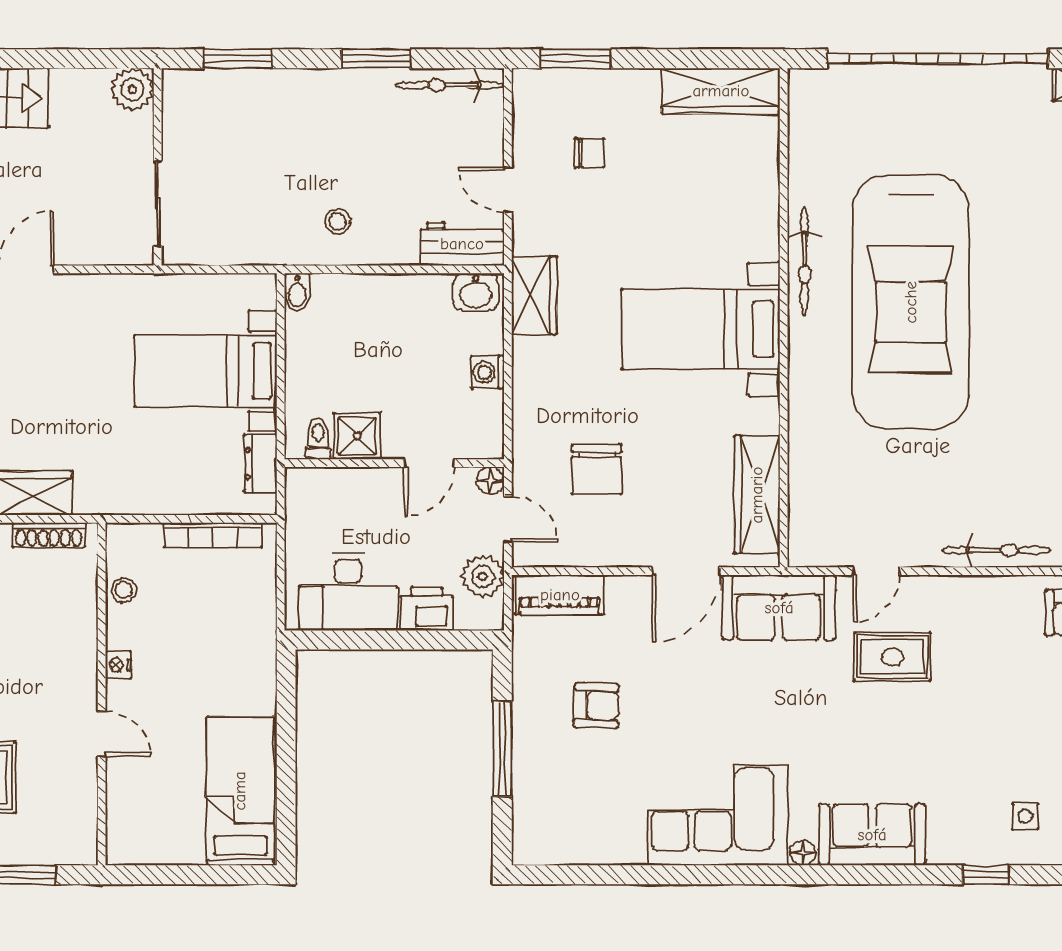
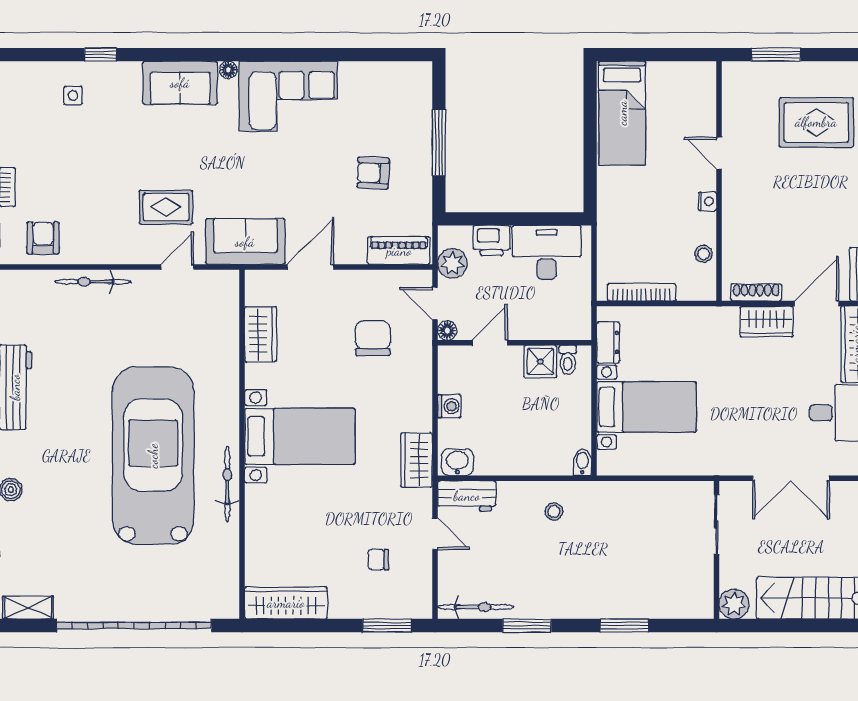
plant: (132, 89) -> (734, 604), moved
wall: (158, 167) -> (716, 550), moved
sliding door: (158, 203) -> (716, 524), moved
wardrobe: (757, 495) -> (261, 334), width x0.67

